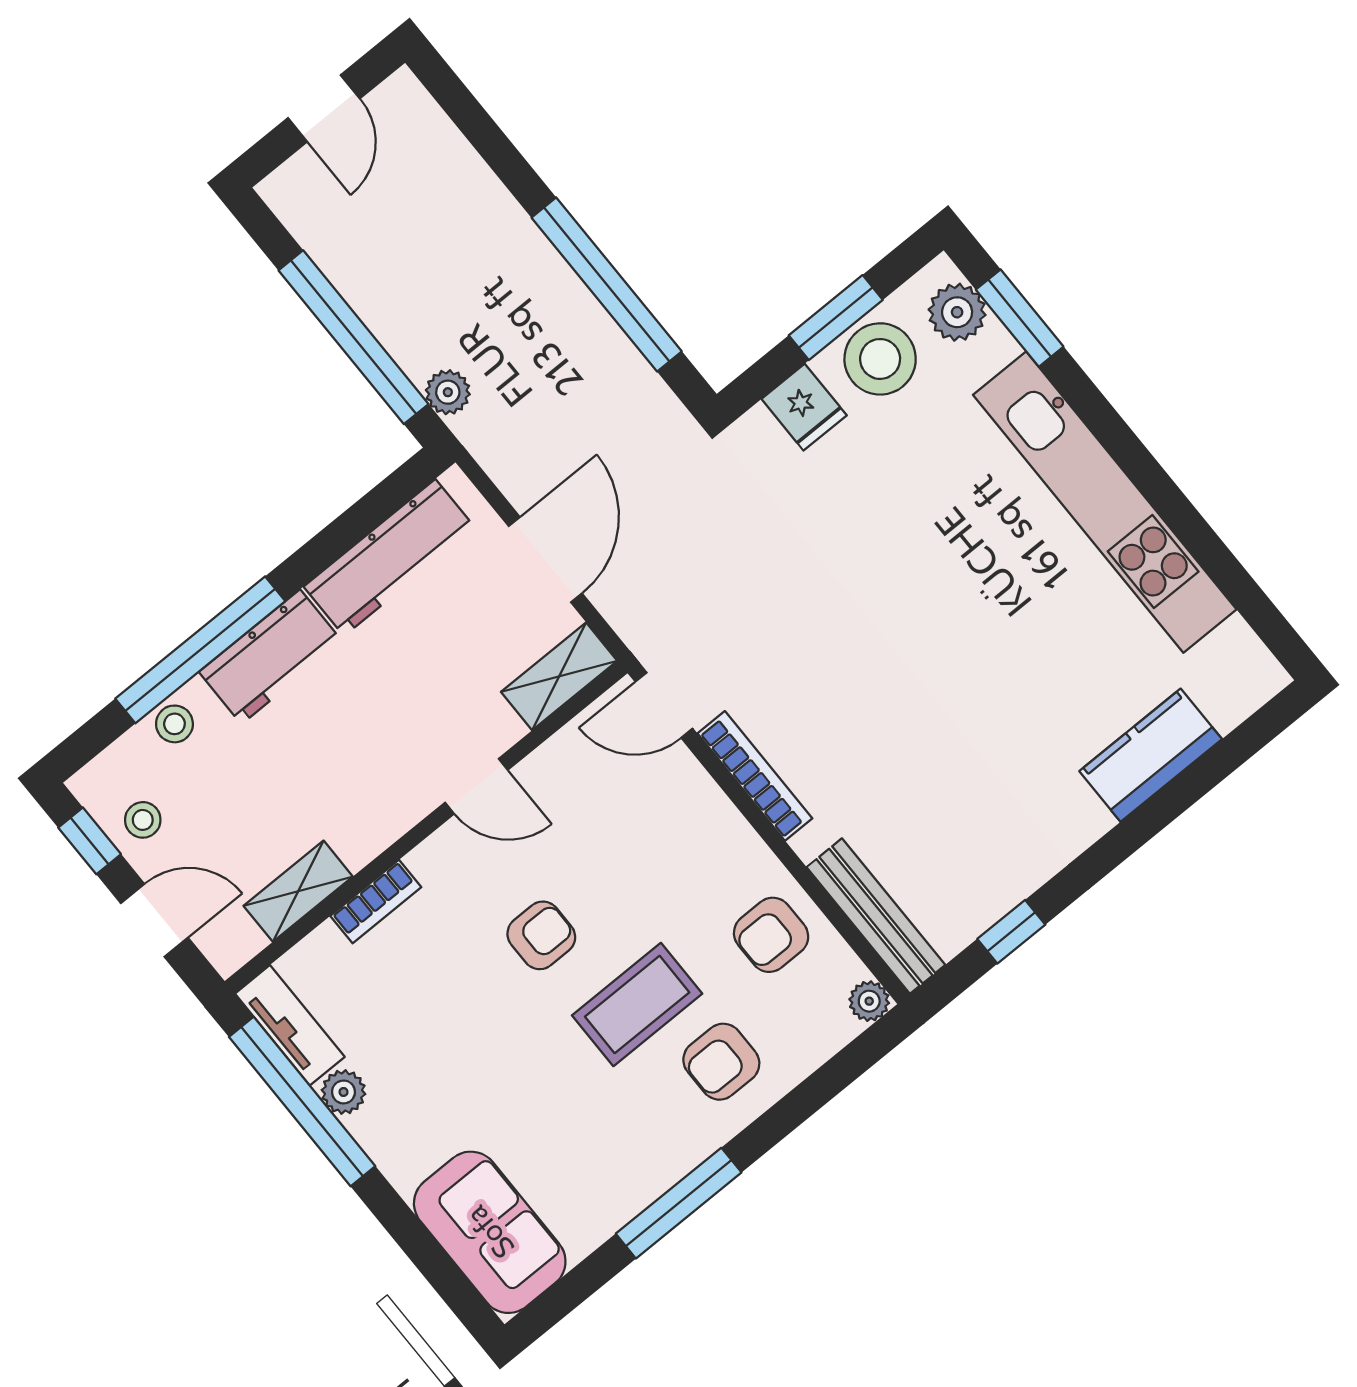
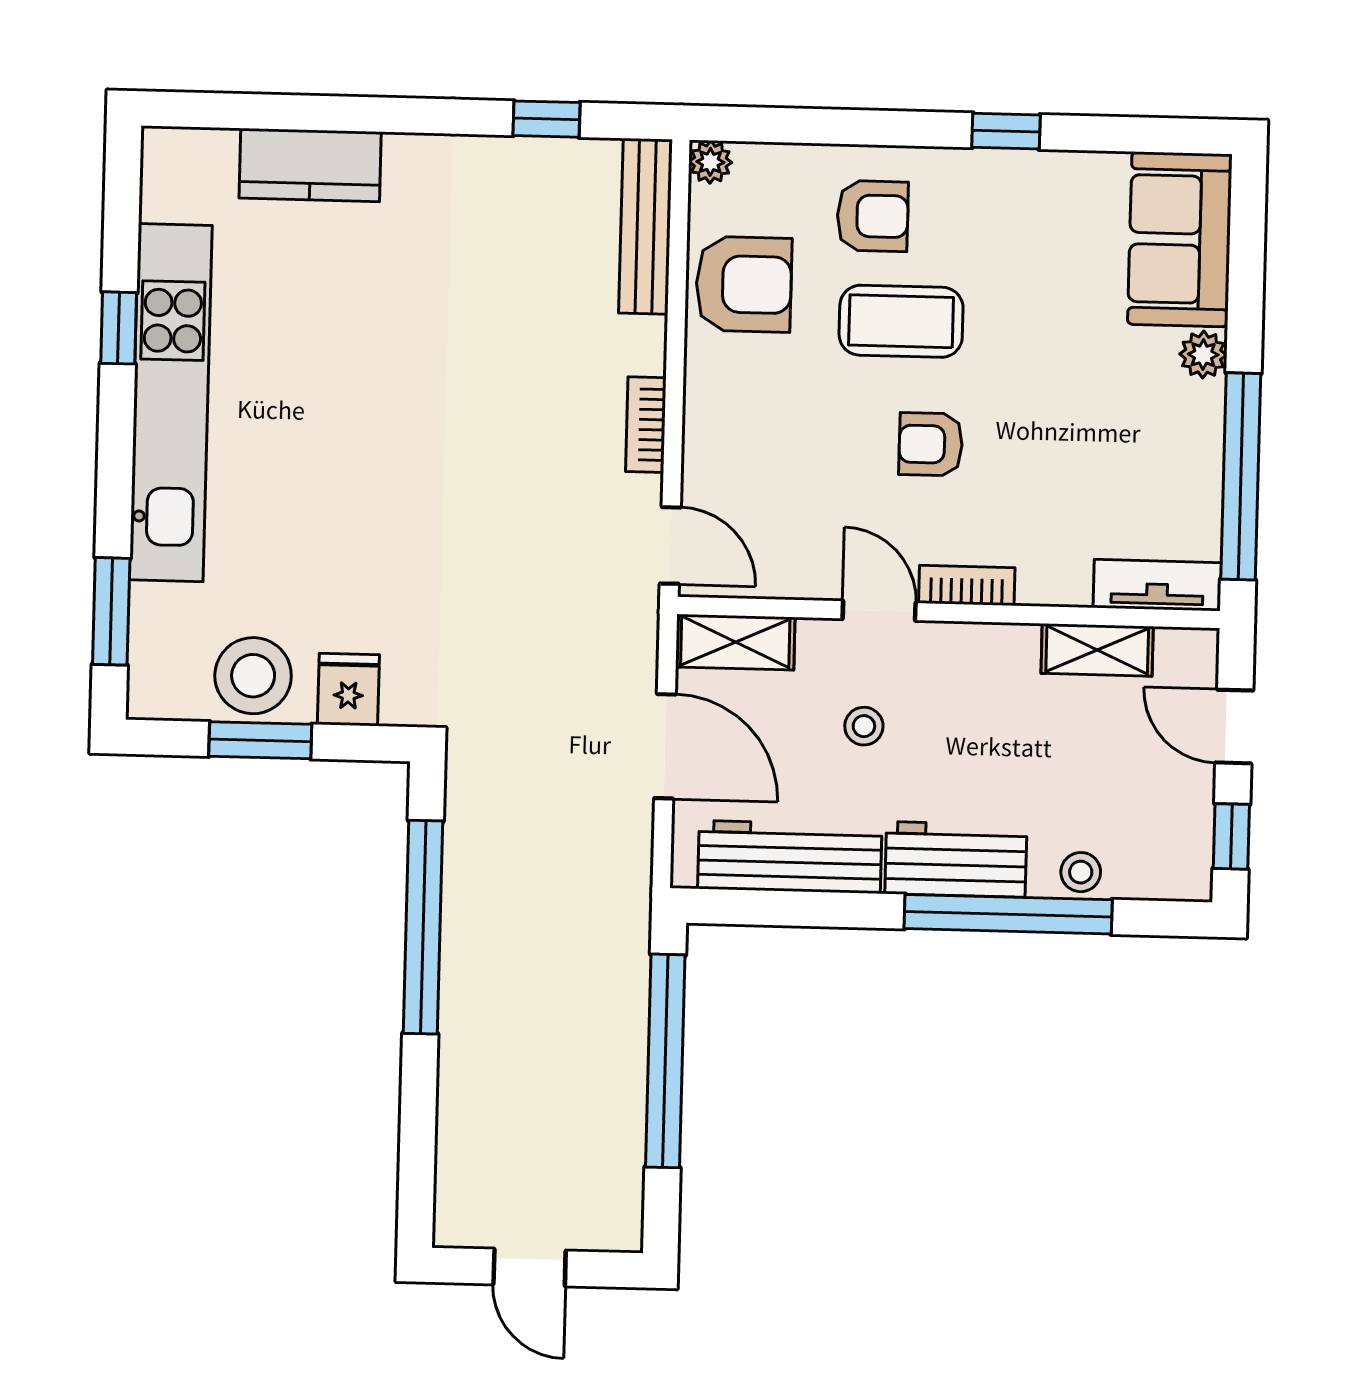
door: (324, 108) -> (530, 1267), swing flipped
plant: (957, 312) -> (158, 660), removed
plant: (448, 392) -> (627, 951), removed
window: (1187, 523) -> (119, 328), added
door: (545, 560) -> (665, 746), swing flipped
bookcase: (755, 776) -> (646, 425), width x0.64
stool: (143, 820) -> (864, 726), moved
bookcase: (376, 902) -> (967, 585), moved
armchair: (771, 935) -> (744, 284), width x1.38, depth x1.38
tv unit: (290, 1025) -> (1157, 585), moved, turned 90
plant: (343, 1092) -> (1203, 355), moved
window: (679, 1203) -> (1006, 131), width x0.46

